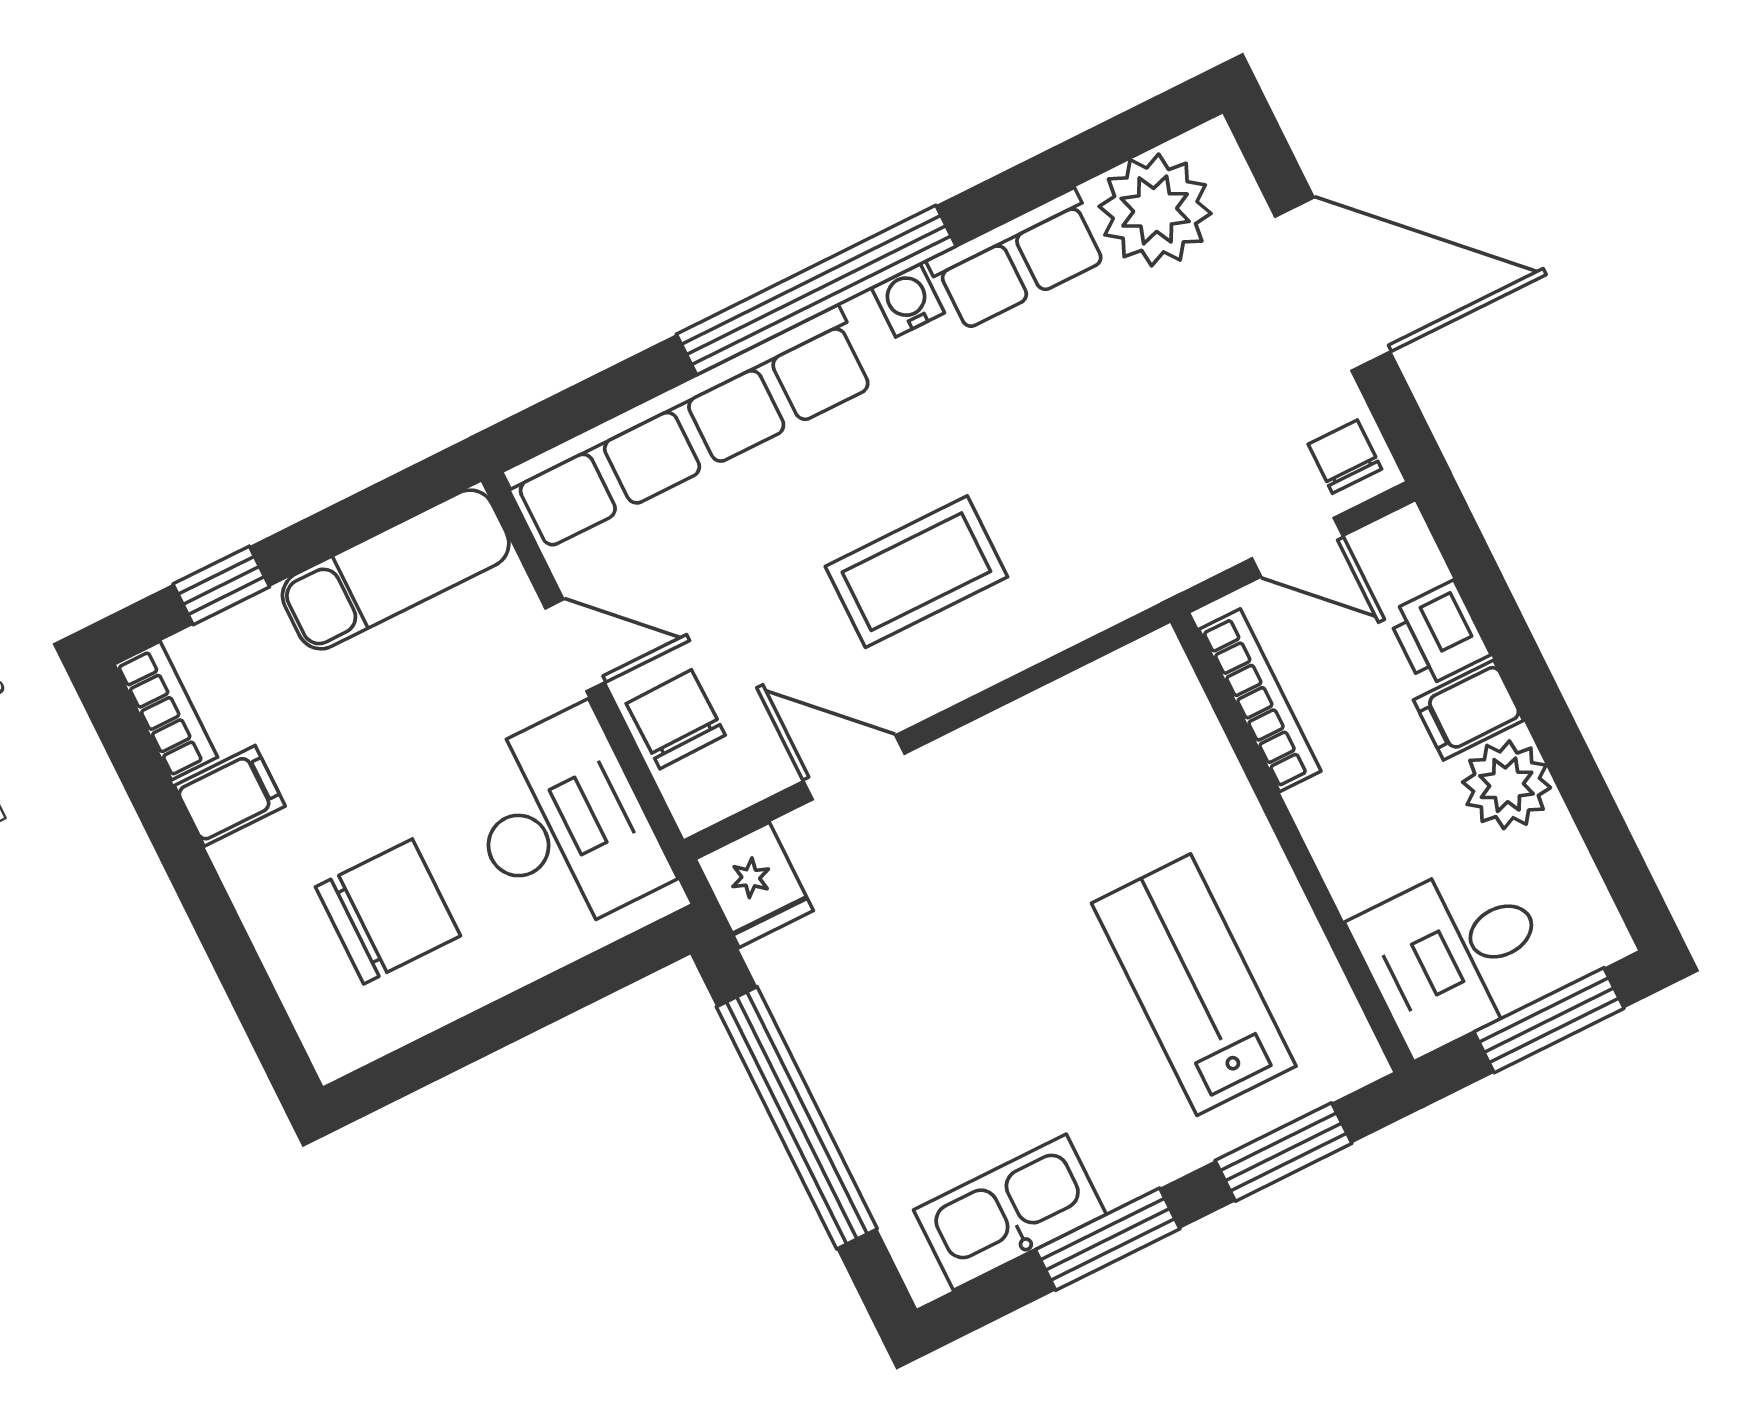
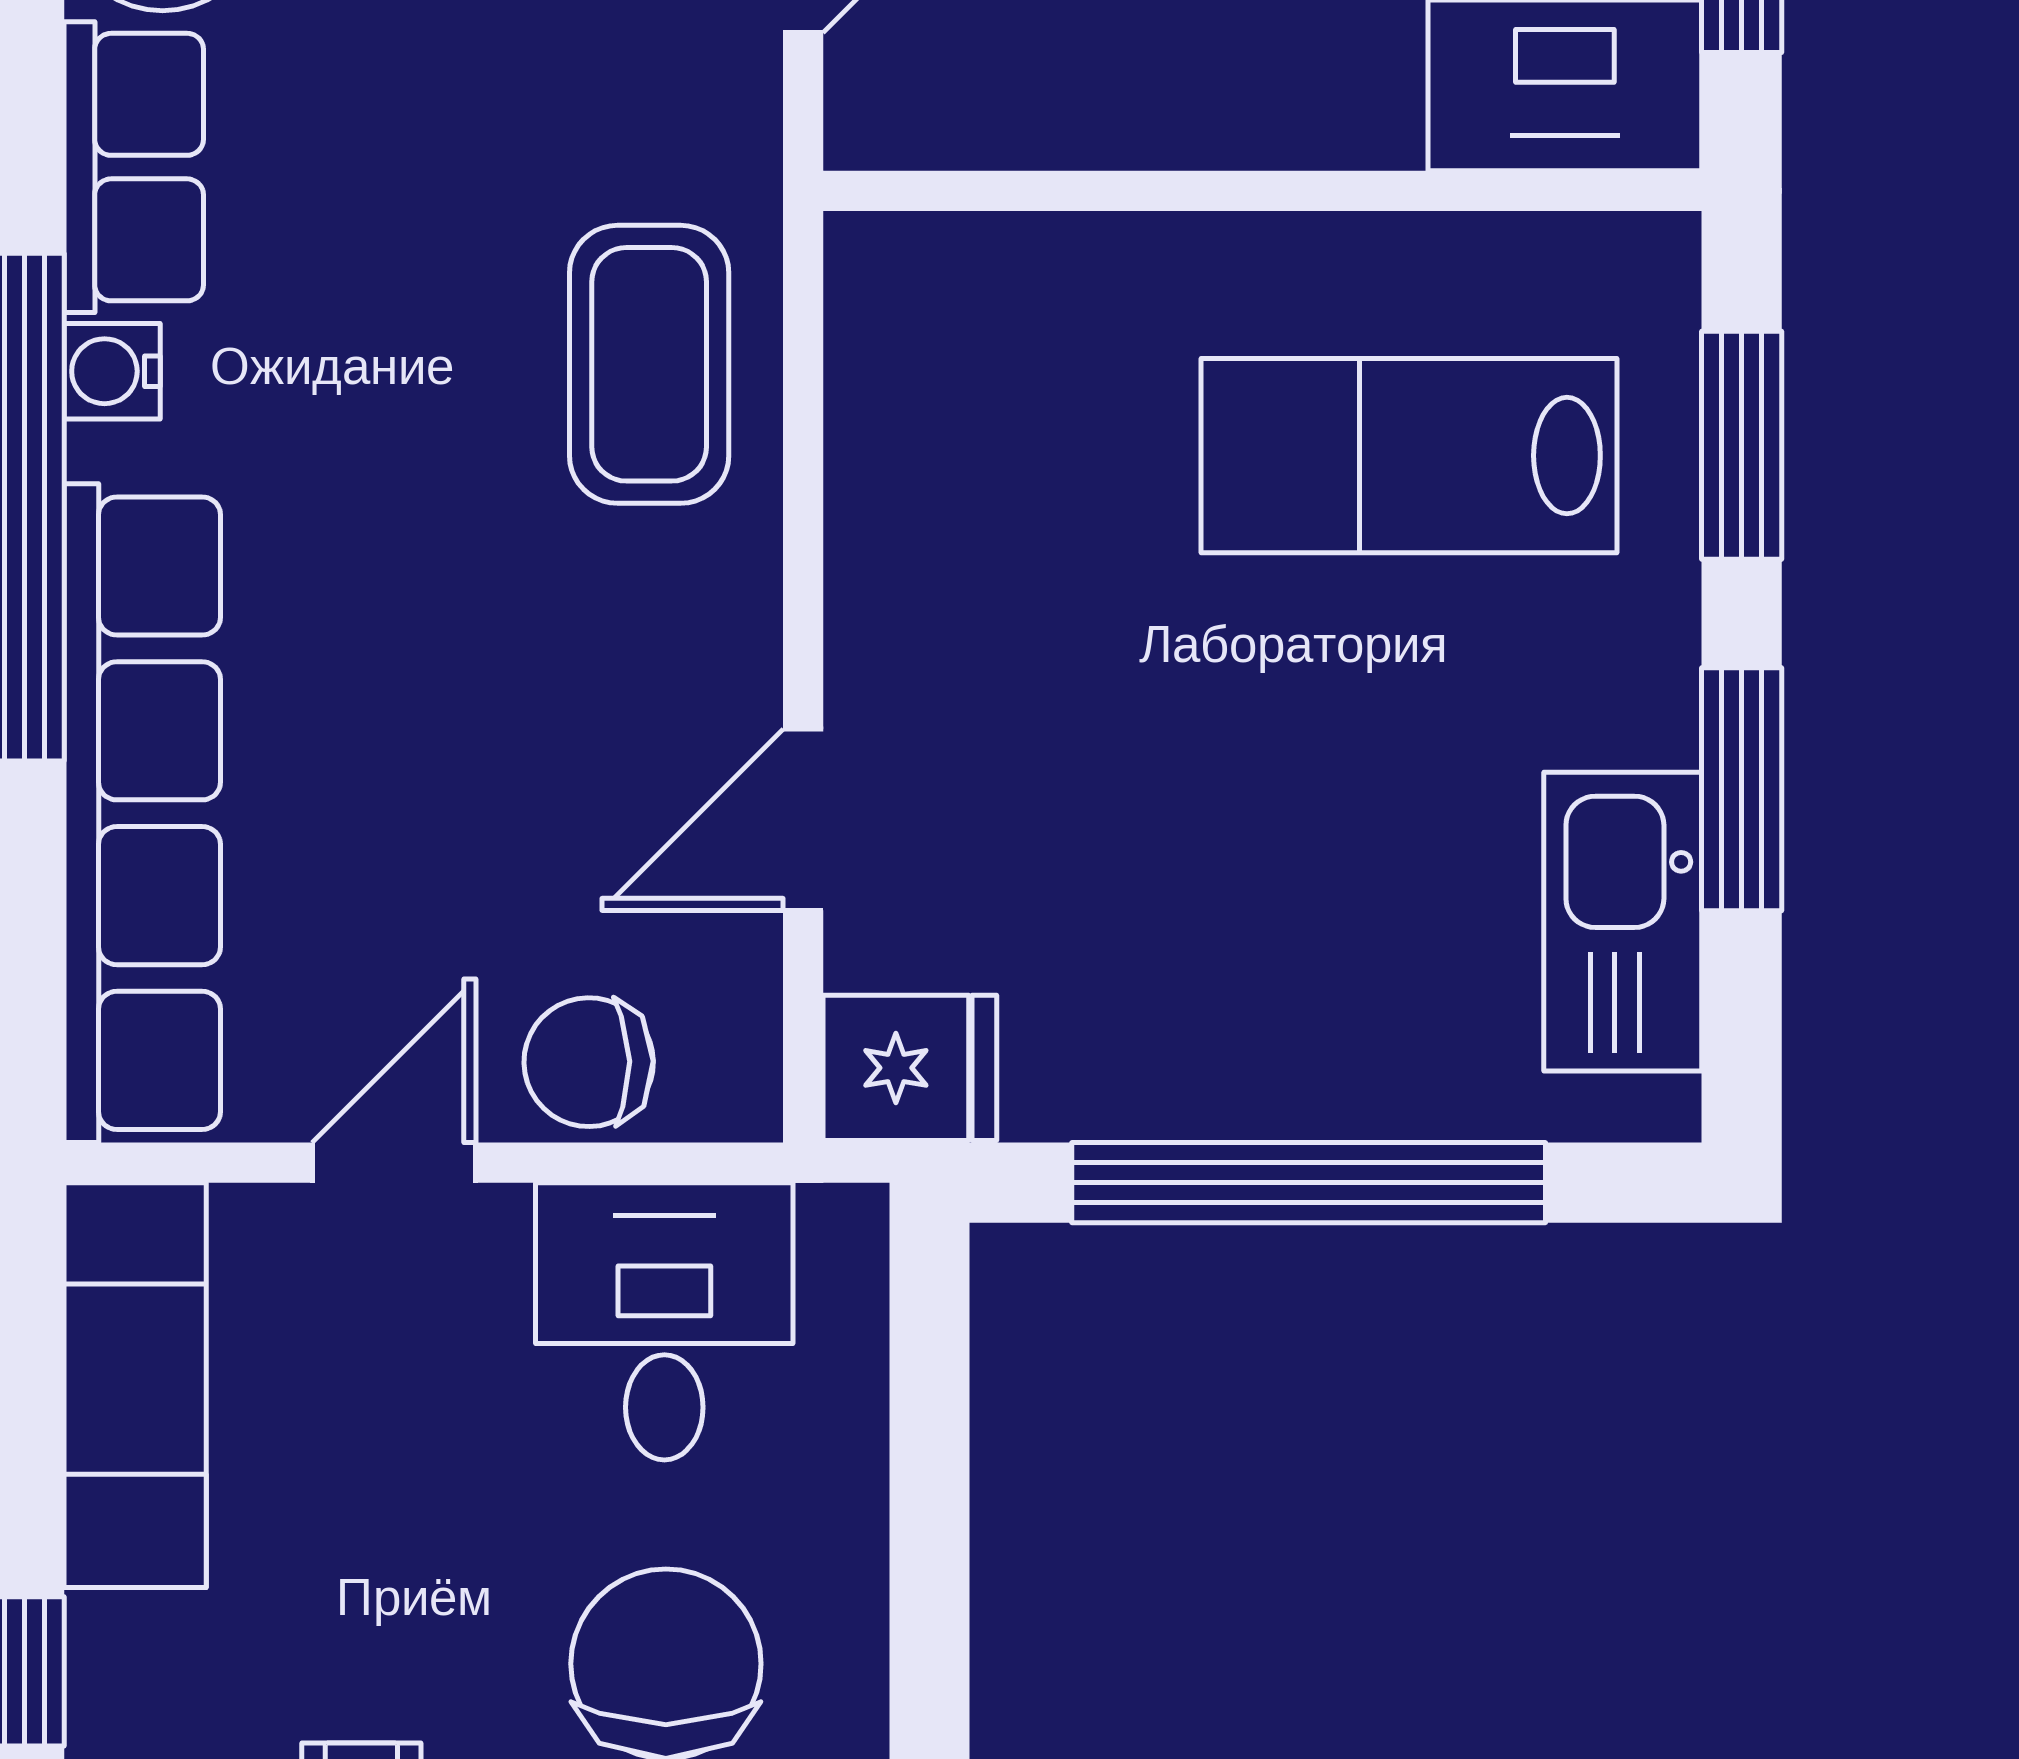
coffee table: (916, 572) -> (649, 364), moved
bookcase: (1260, 700) -> (1014, 130), removed
desk: (562, 824) -> (664, 1321), width x0.73

